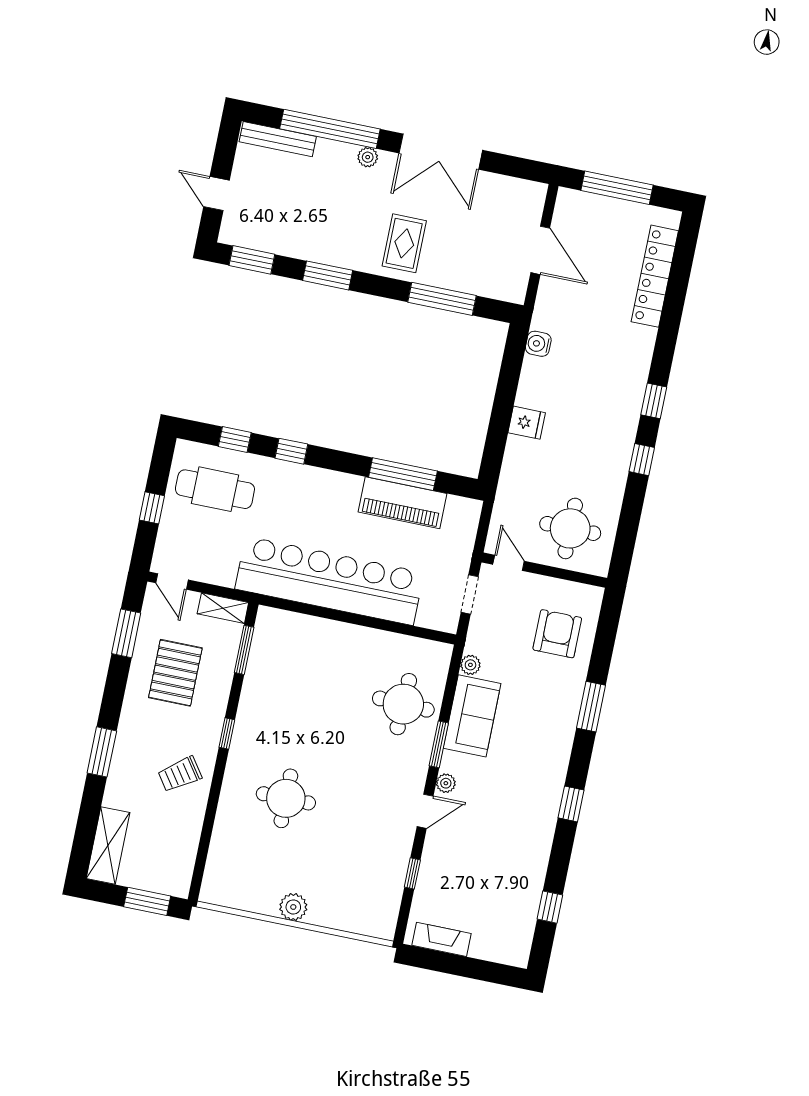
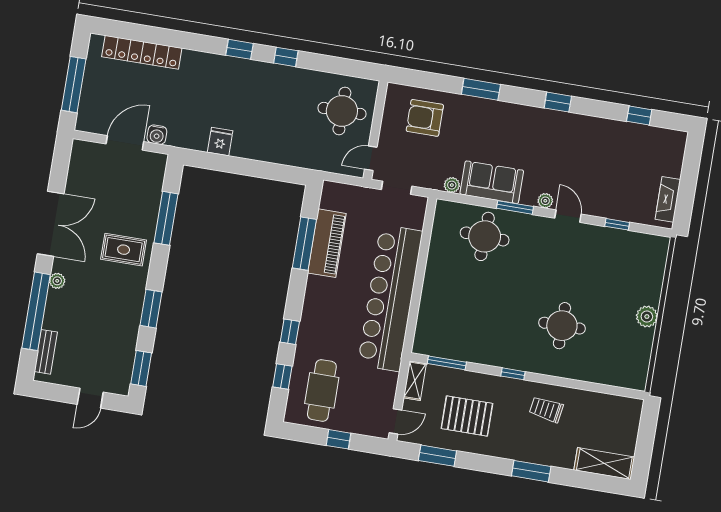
bench: (278, 139) -> (46, 352), width x0.73
water cooler: (538, 344) -> (157, 135), moved
fridge: (527, 423) -> (220, 142), moved
trolley: (180, 774) -> (546, 409), turned 134
window: (147, 901) -> (647, 431), removed

